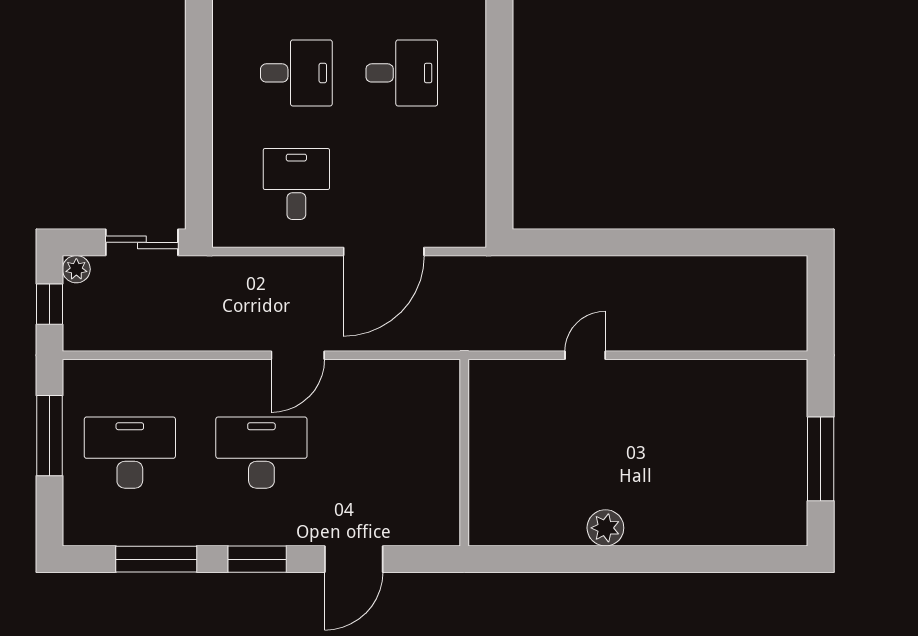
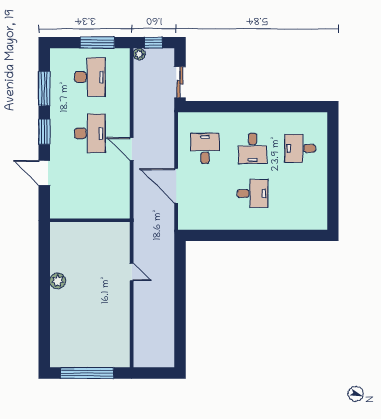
desk: (402, 73) -> (253, 194), turned -90
desk: (296, 184) -> (205, 148), turned -90
plant: (76, 269) -> (139, 54), moved
window: (821, 459) -> (87, 373), width x1.46

